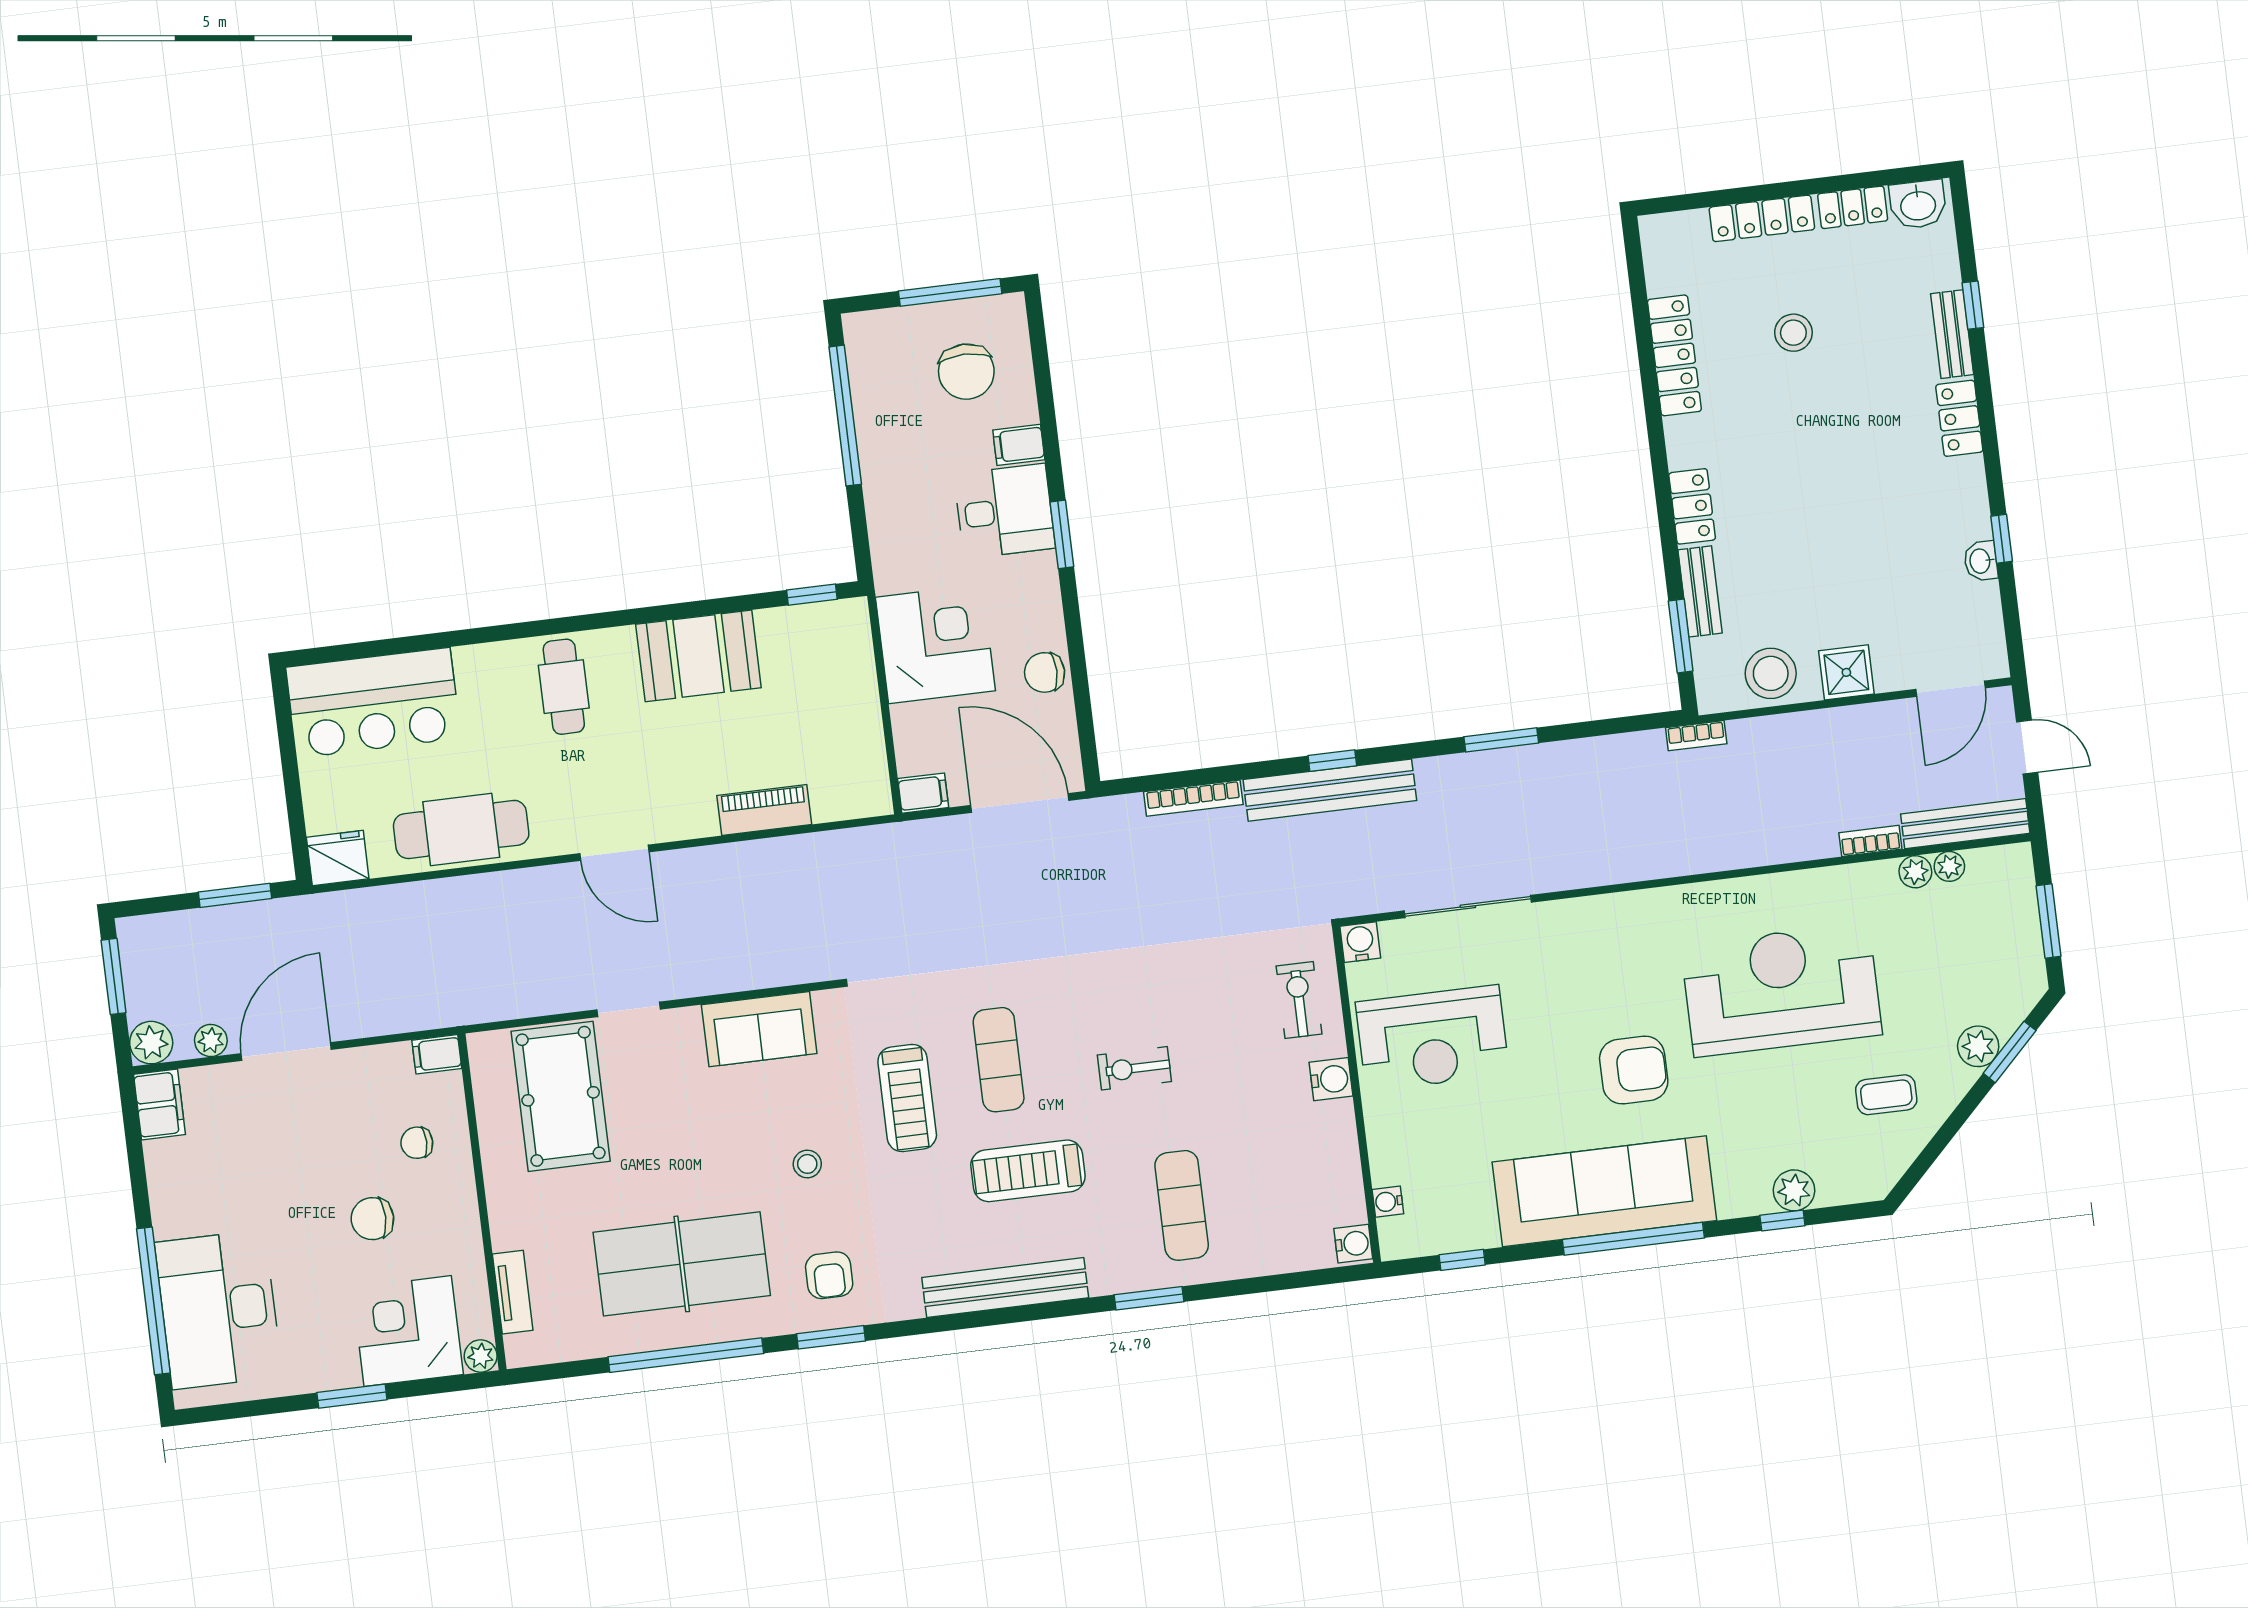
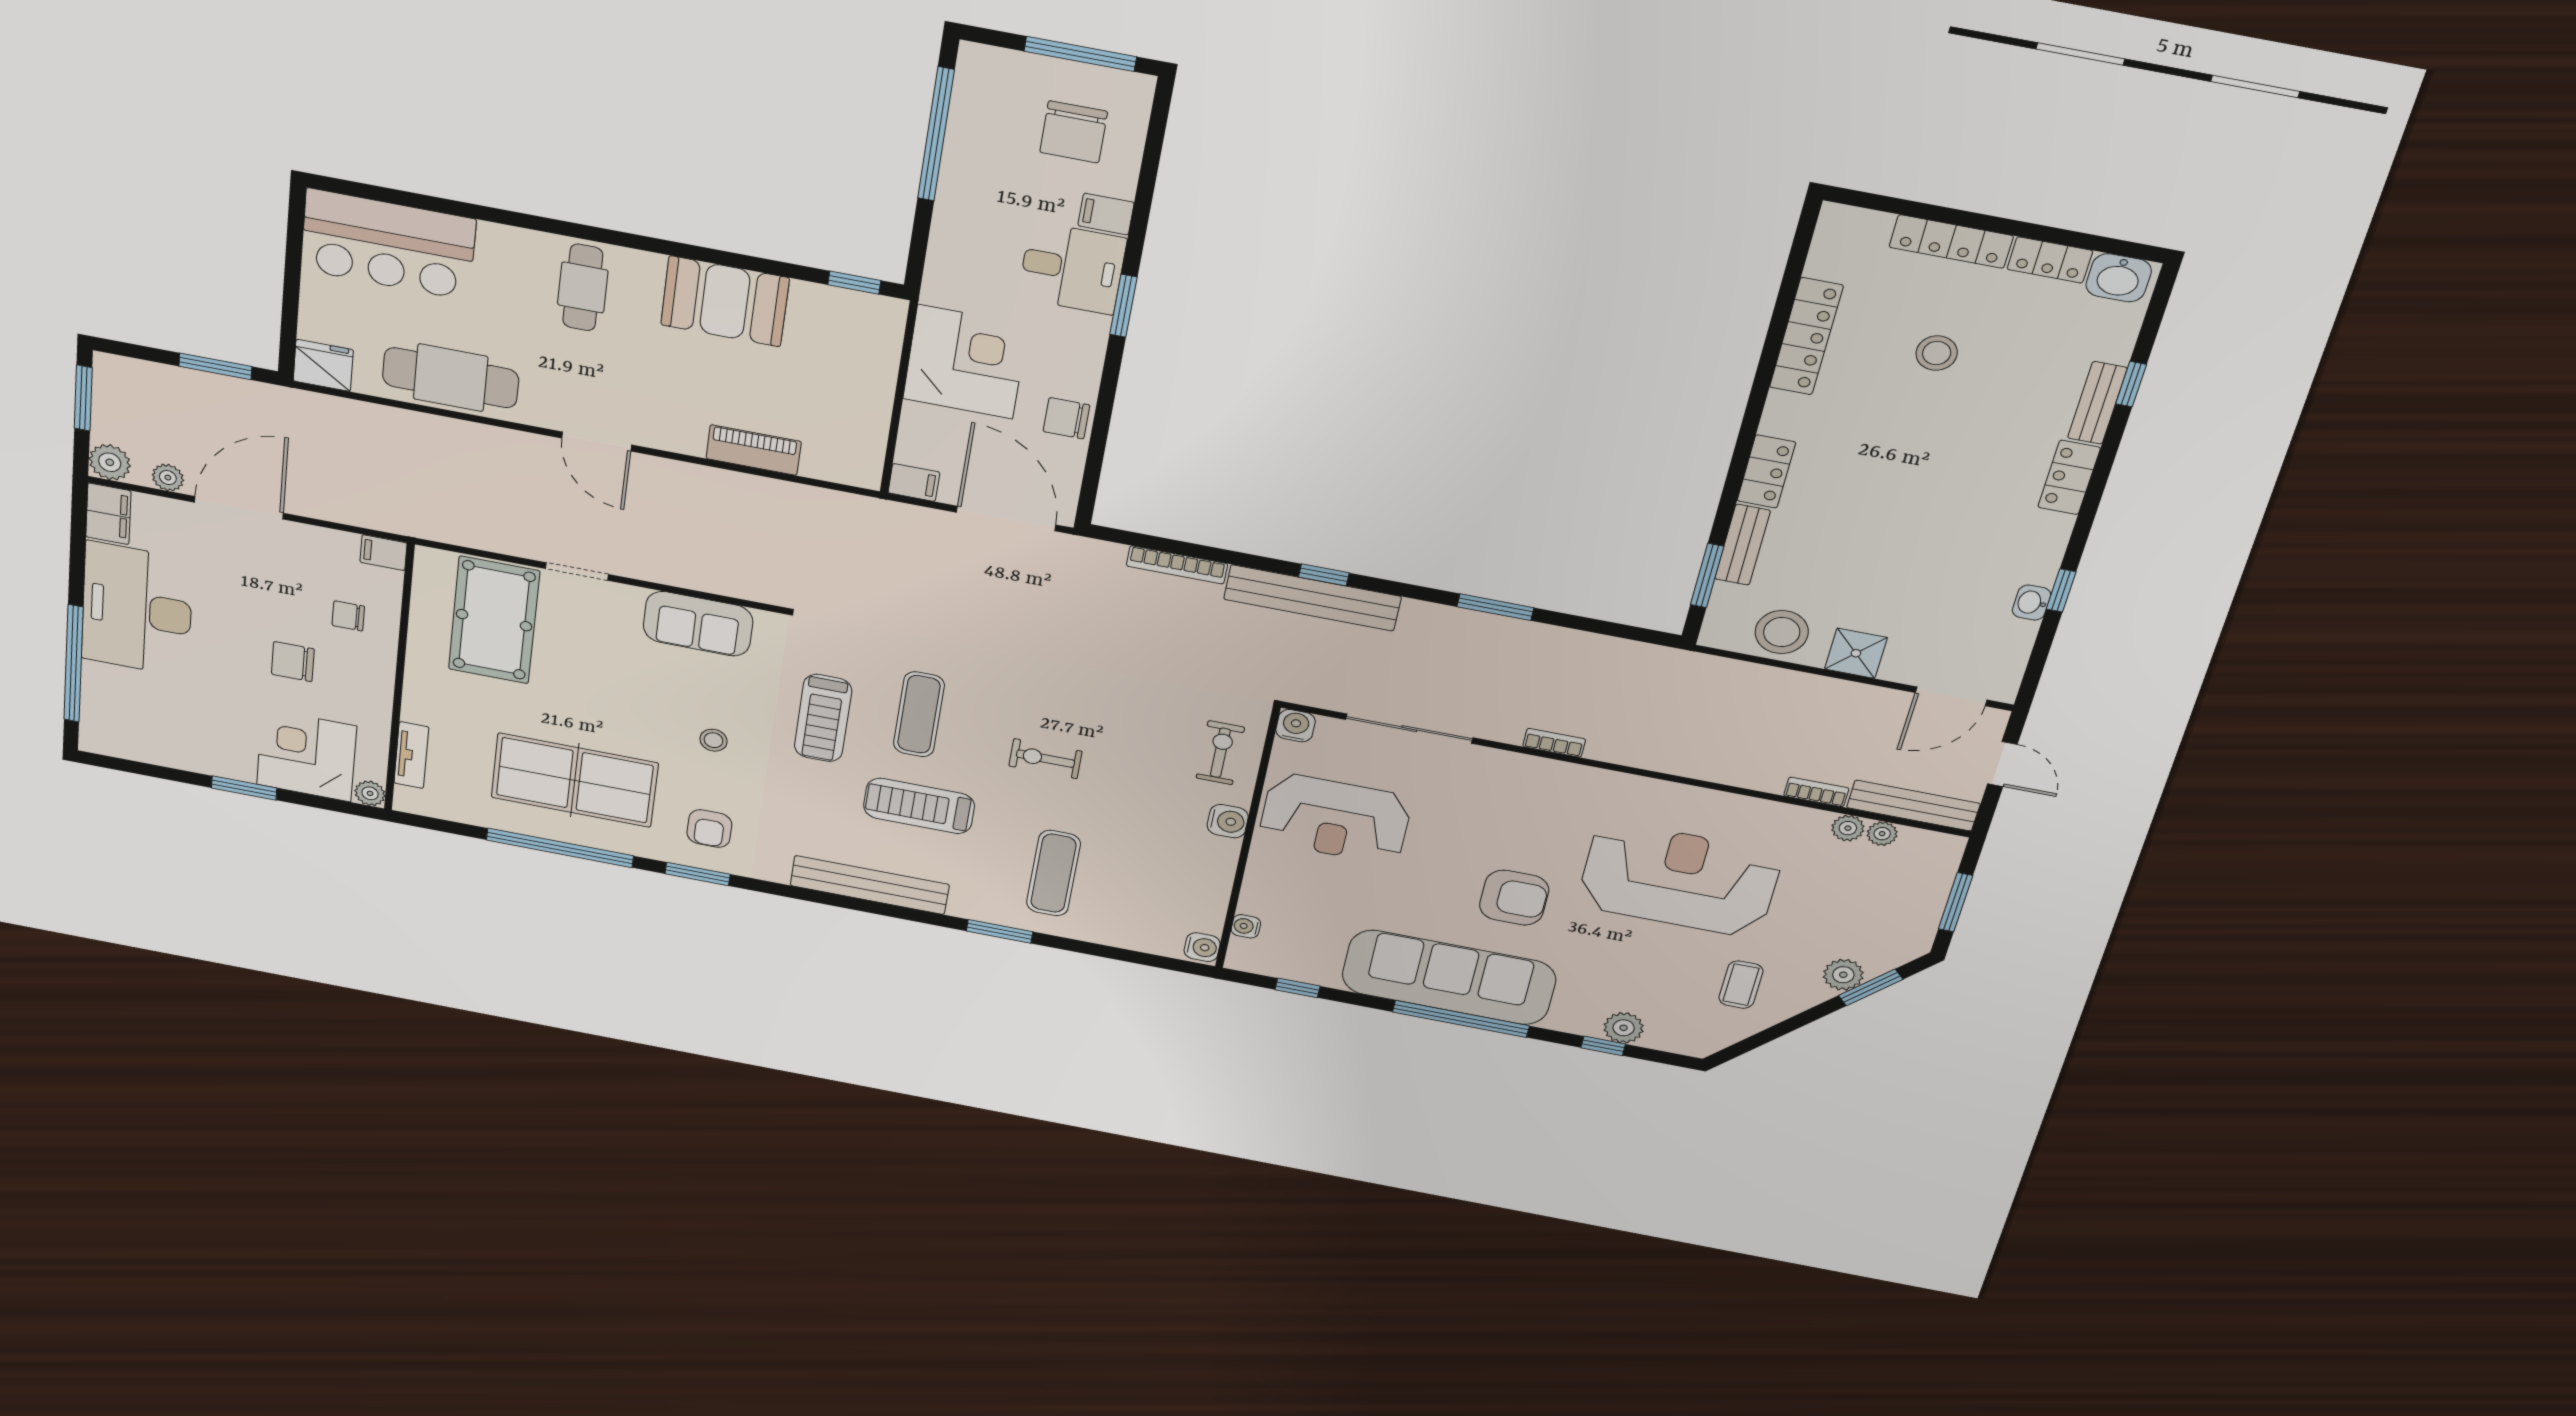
bookcase: (1696, 736) -> (1554, 743), moved, turned 180
coffee table: (1886, 1095) -> (1741, 985), turned 90
desk: (219, 1310) -> (137, 609), moved

